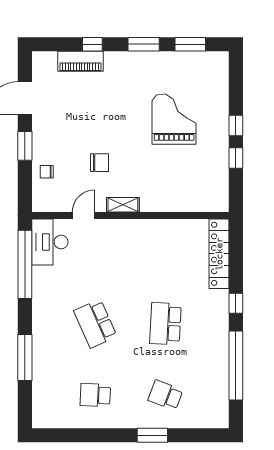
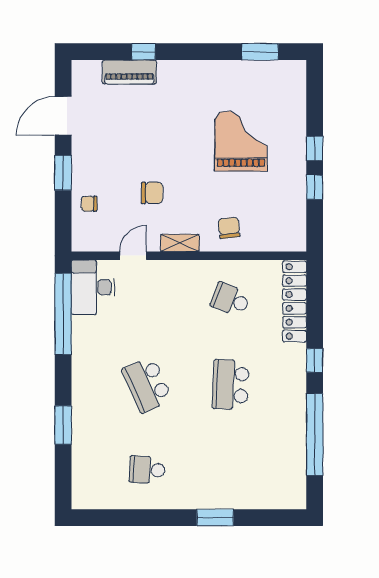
window: (144, 44) -> (205, 52), removed
chair: (164, 192) -> (229, 228), added
window: (25, 358) -> (63, 425), width x0.69
school desk: (165, 395) -> (231, 299), moved

